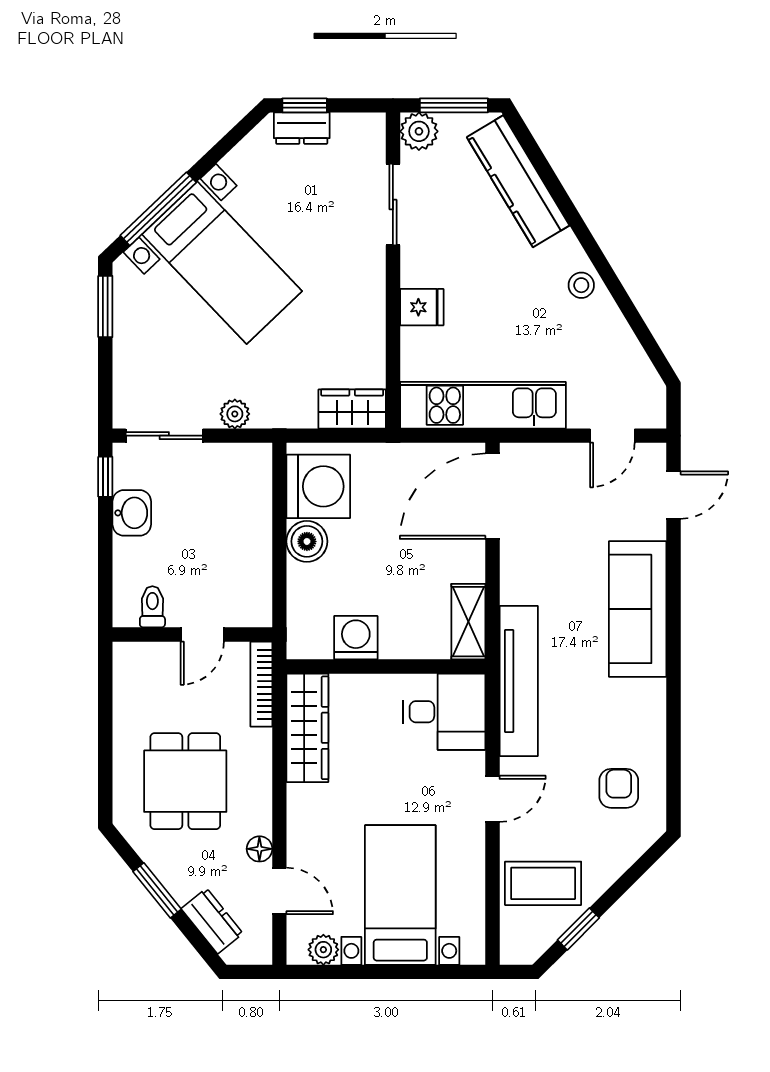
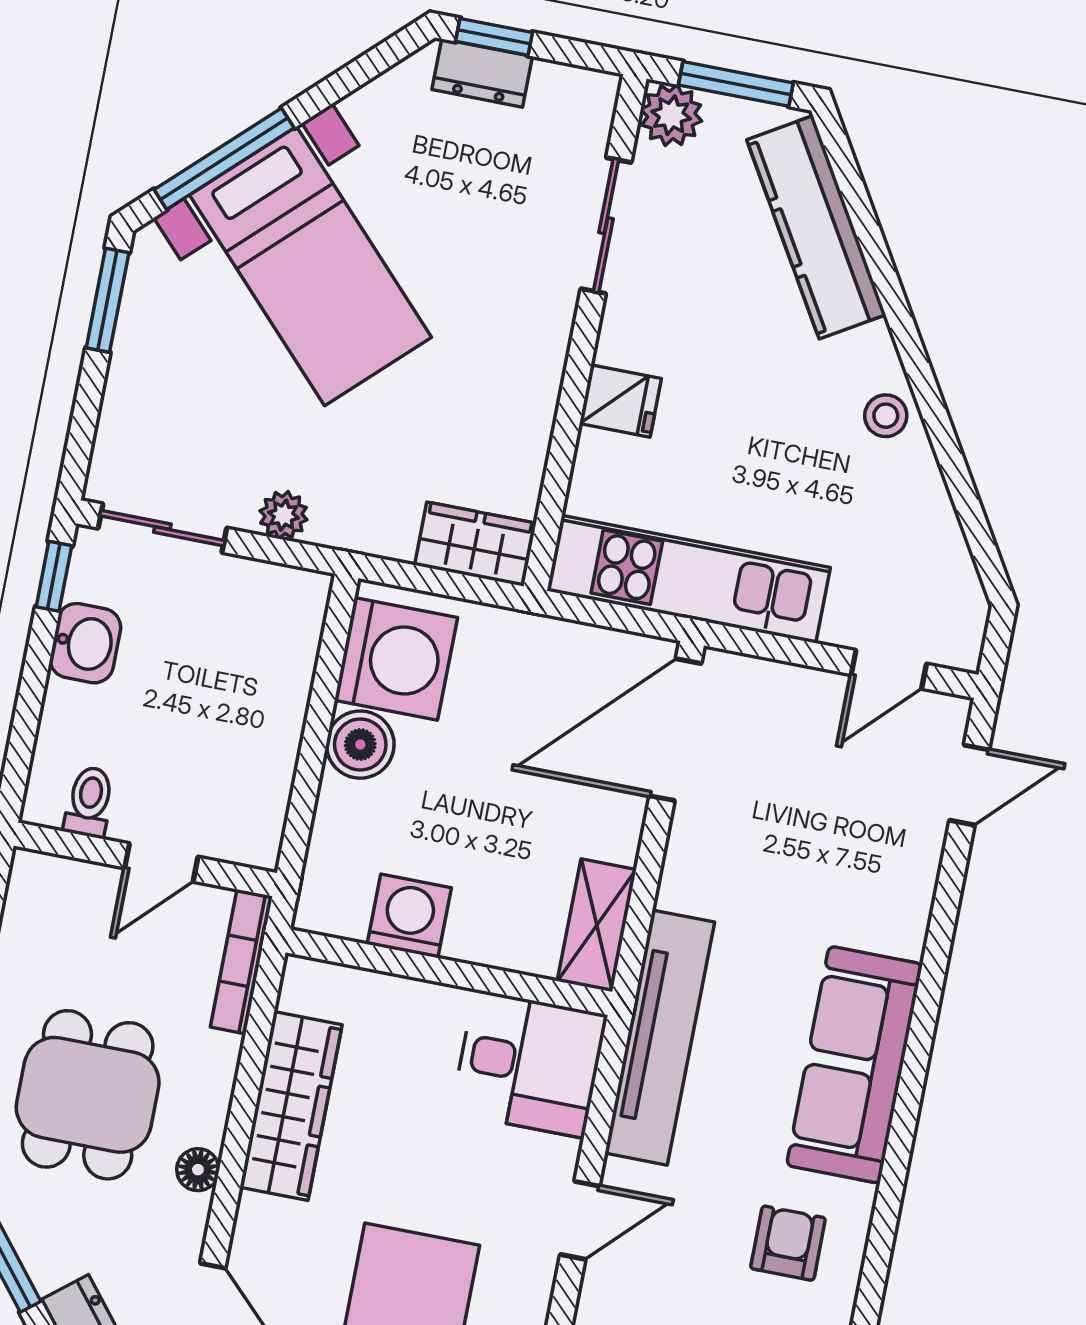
sofa: (638, 609) -> (854, 1065), moved
wardrobe: (307, 728) -> (291, 1106), moved
floor lamp: (259, 849) -> (198, 1170), moved

